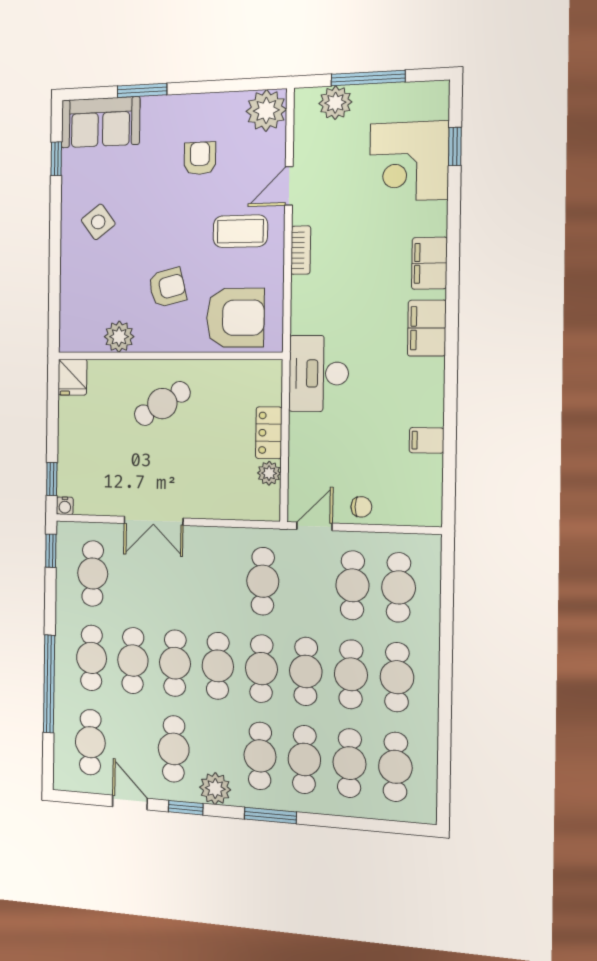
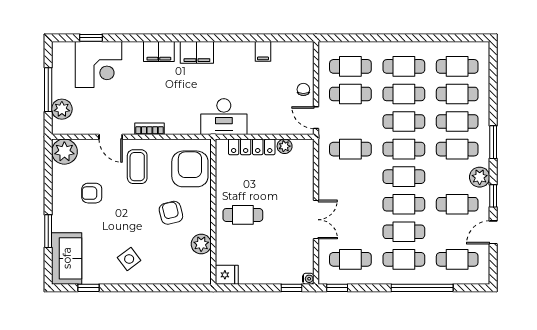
cafe table: (162, 404) -> (243, 215), turned -58
locker: (269, 433) -> (252, 147), width x1.53

